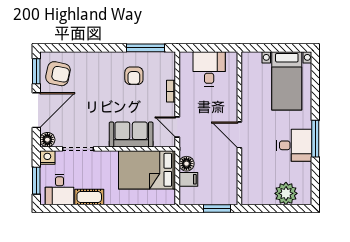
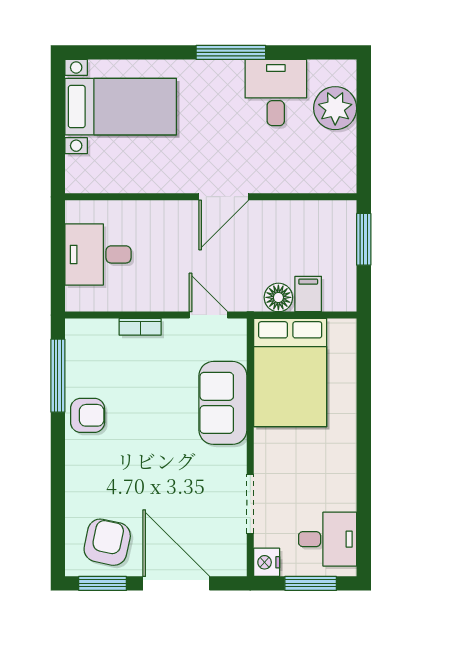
armchair: (134, 76) -> (88, 415), moved
door: (177, 127) -> (208, 315), swing flipped
floor lamp: (47, 140) -> (233, 562), removed
desk: (294, 145) -> (276, 93), moved
cot: (89, 197) -> (342, 483), removed

